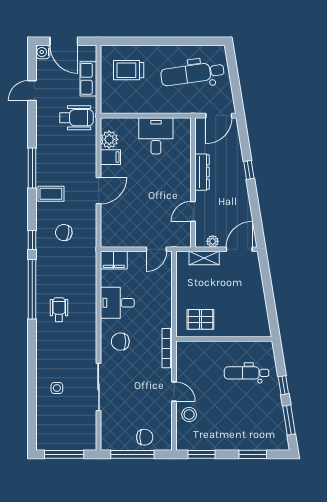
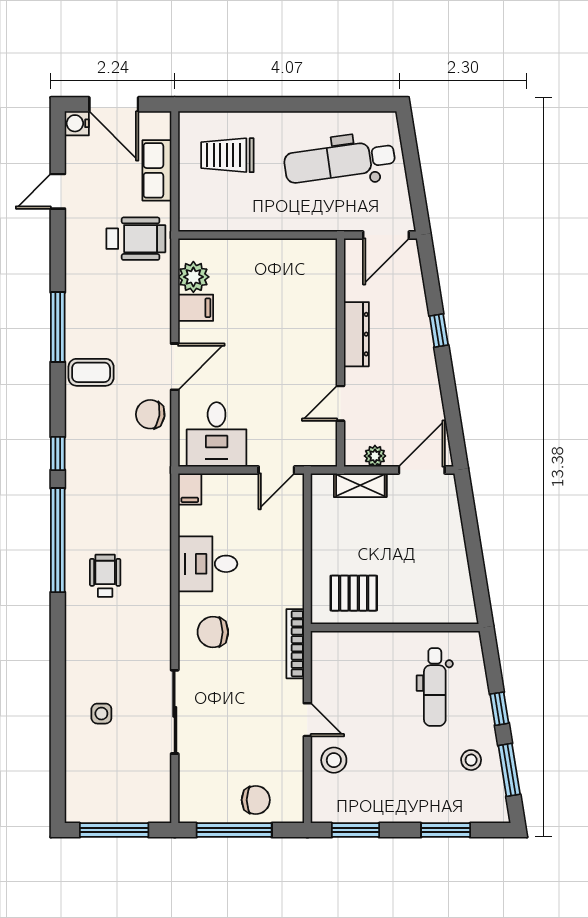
desk: (156, 136) -> (217, 434), moved, turned 180
chair: (64, 233) -> (150, 414), moved
filing cabinet: (114, 260) -> (190, 489), width x0.50
dental chair: (247, 373) -> (435, 687), turned -90
stool: (267, 414) -> (471, 760), added

